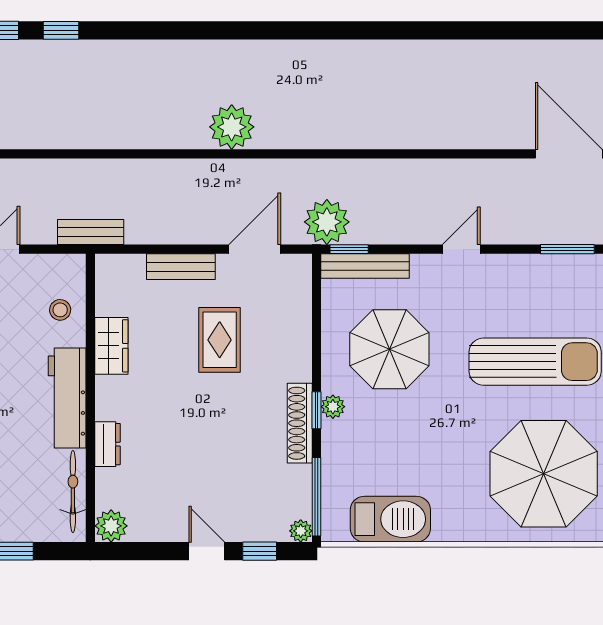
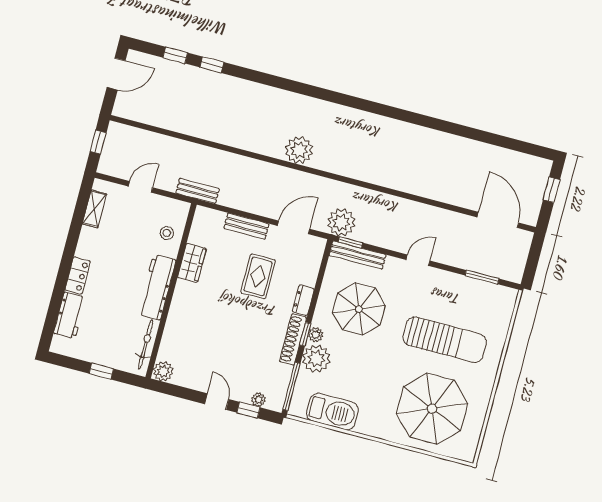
dresser: (107, 444) -> (303, 300), moved, turned 180
plant: (344, 444) -> (316, 359), added
plant: (301, 531) -> (258, 400), moved

